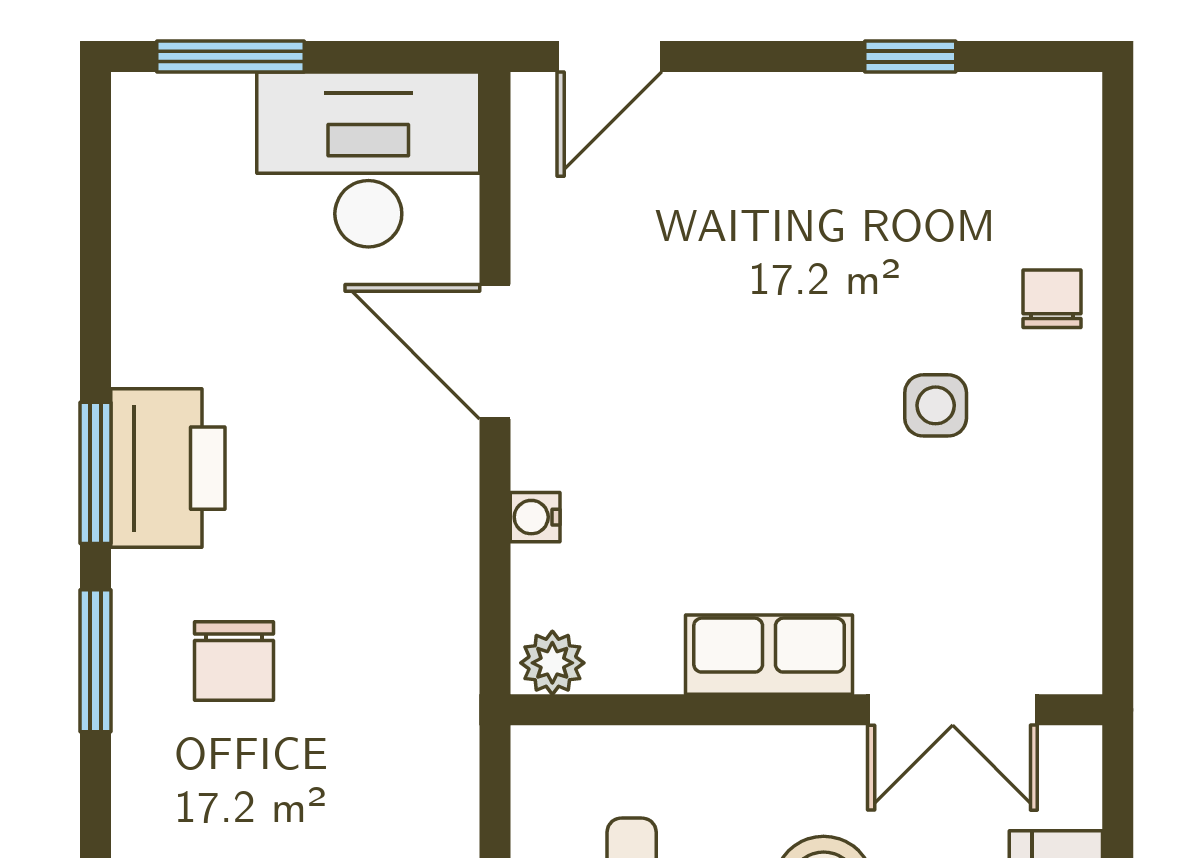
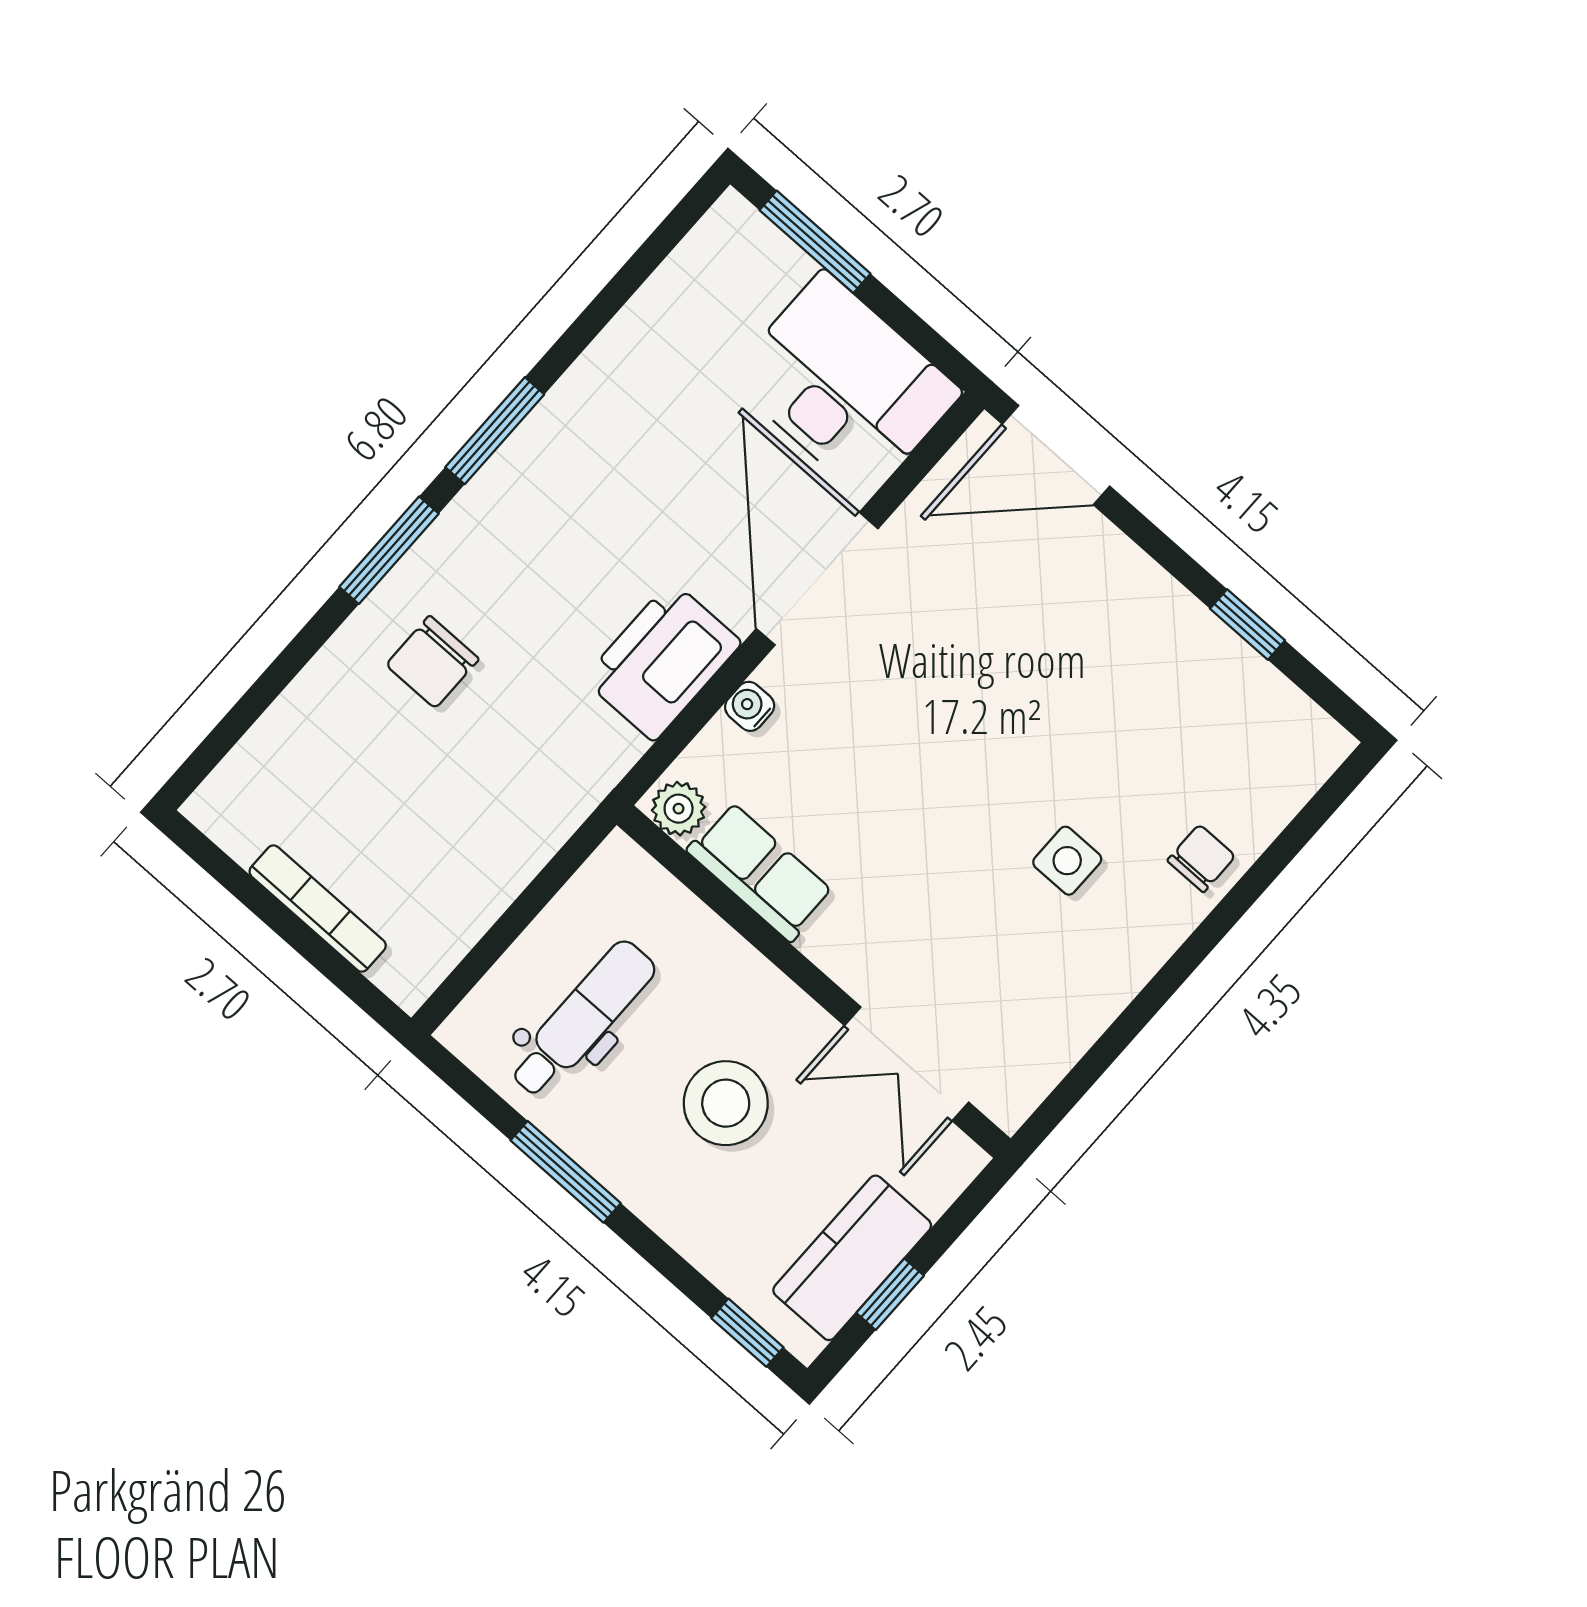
door: (609, 57) -> (1056, 455), width x1.38
door: (495, 352) -> (817, 579), width x1.36
printer: (168, 468) -> (662, 661), moved, turned 180
row of seats: (769, 655) -> (760, 872), moved
chair: (234, 661) -> (432, 662), moved

